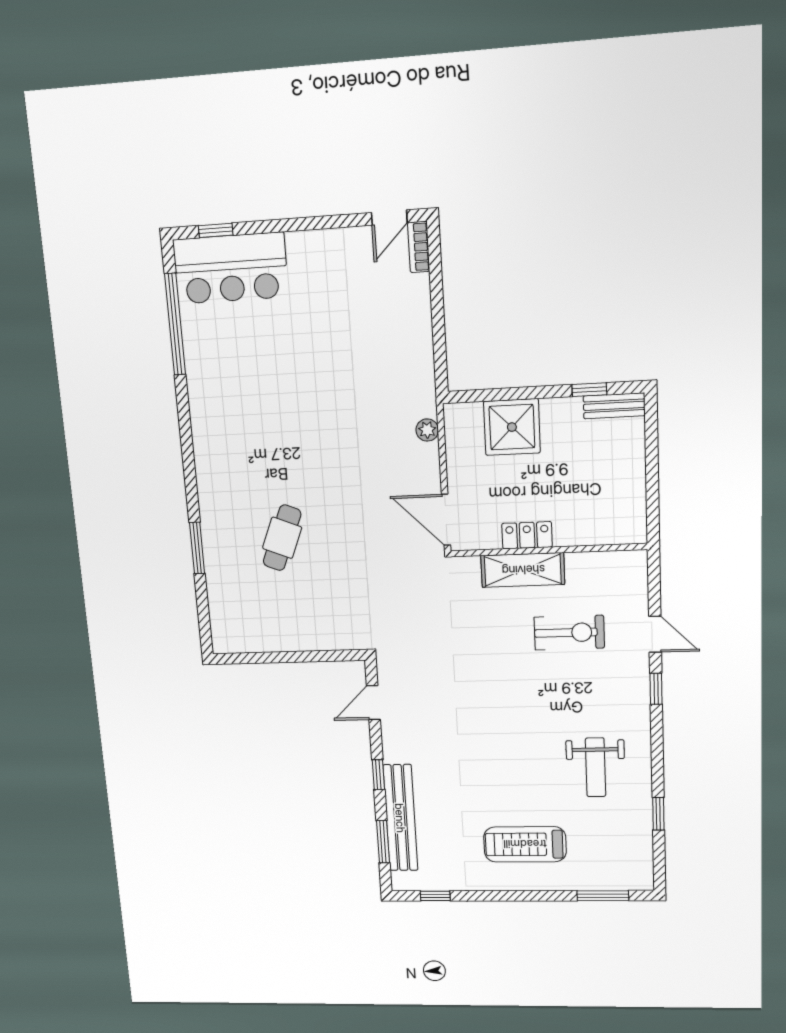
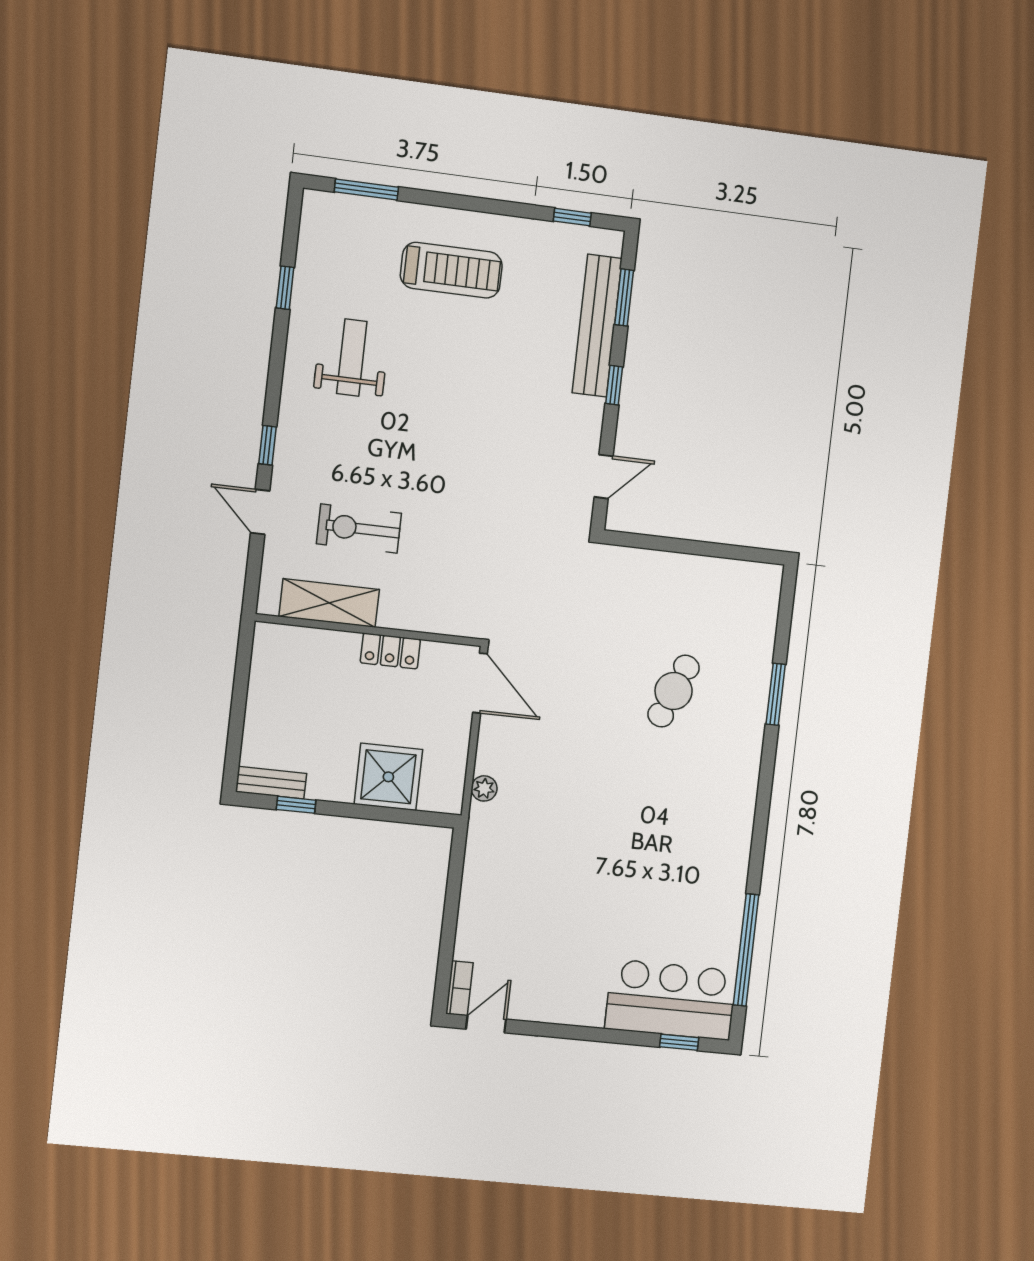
shelving: (523, 570) -> (329, 603), moved

